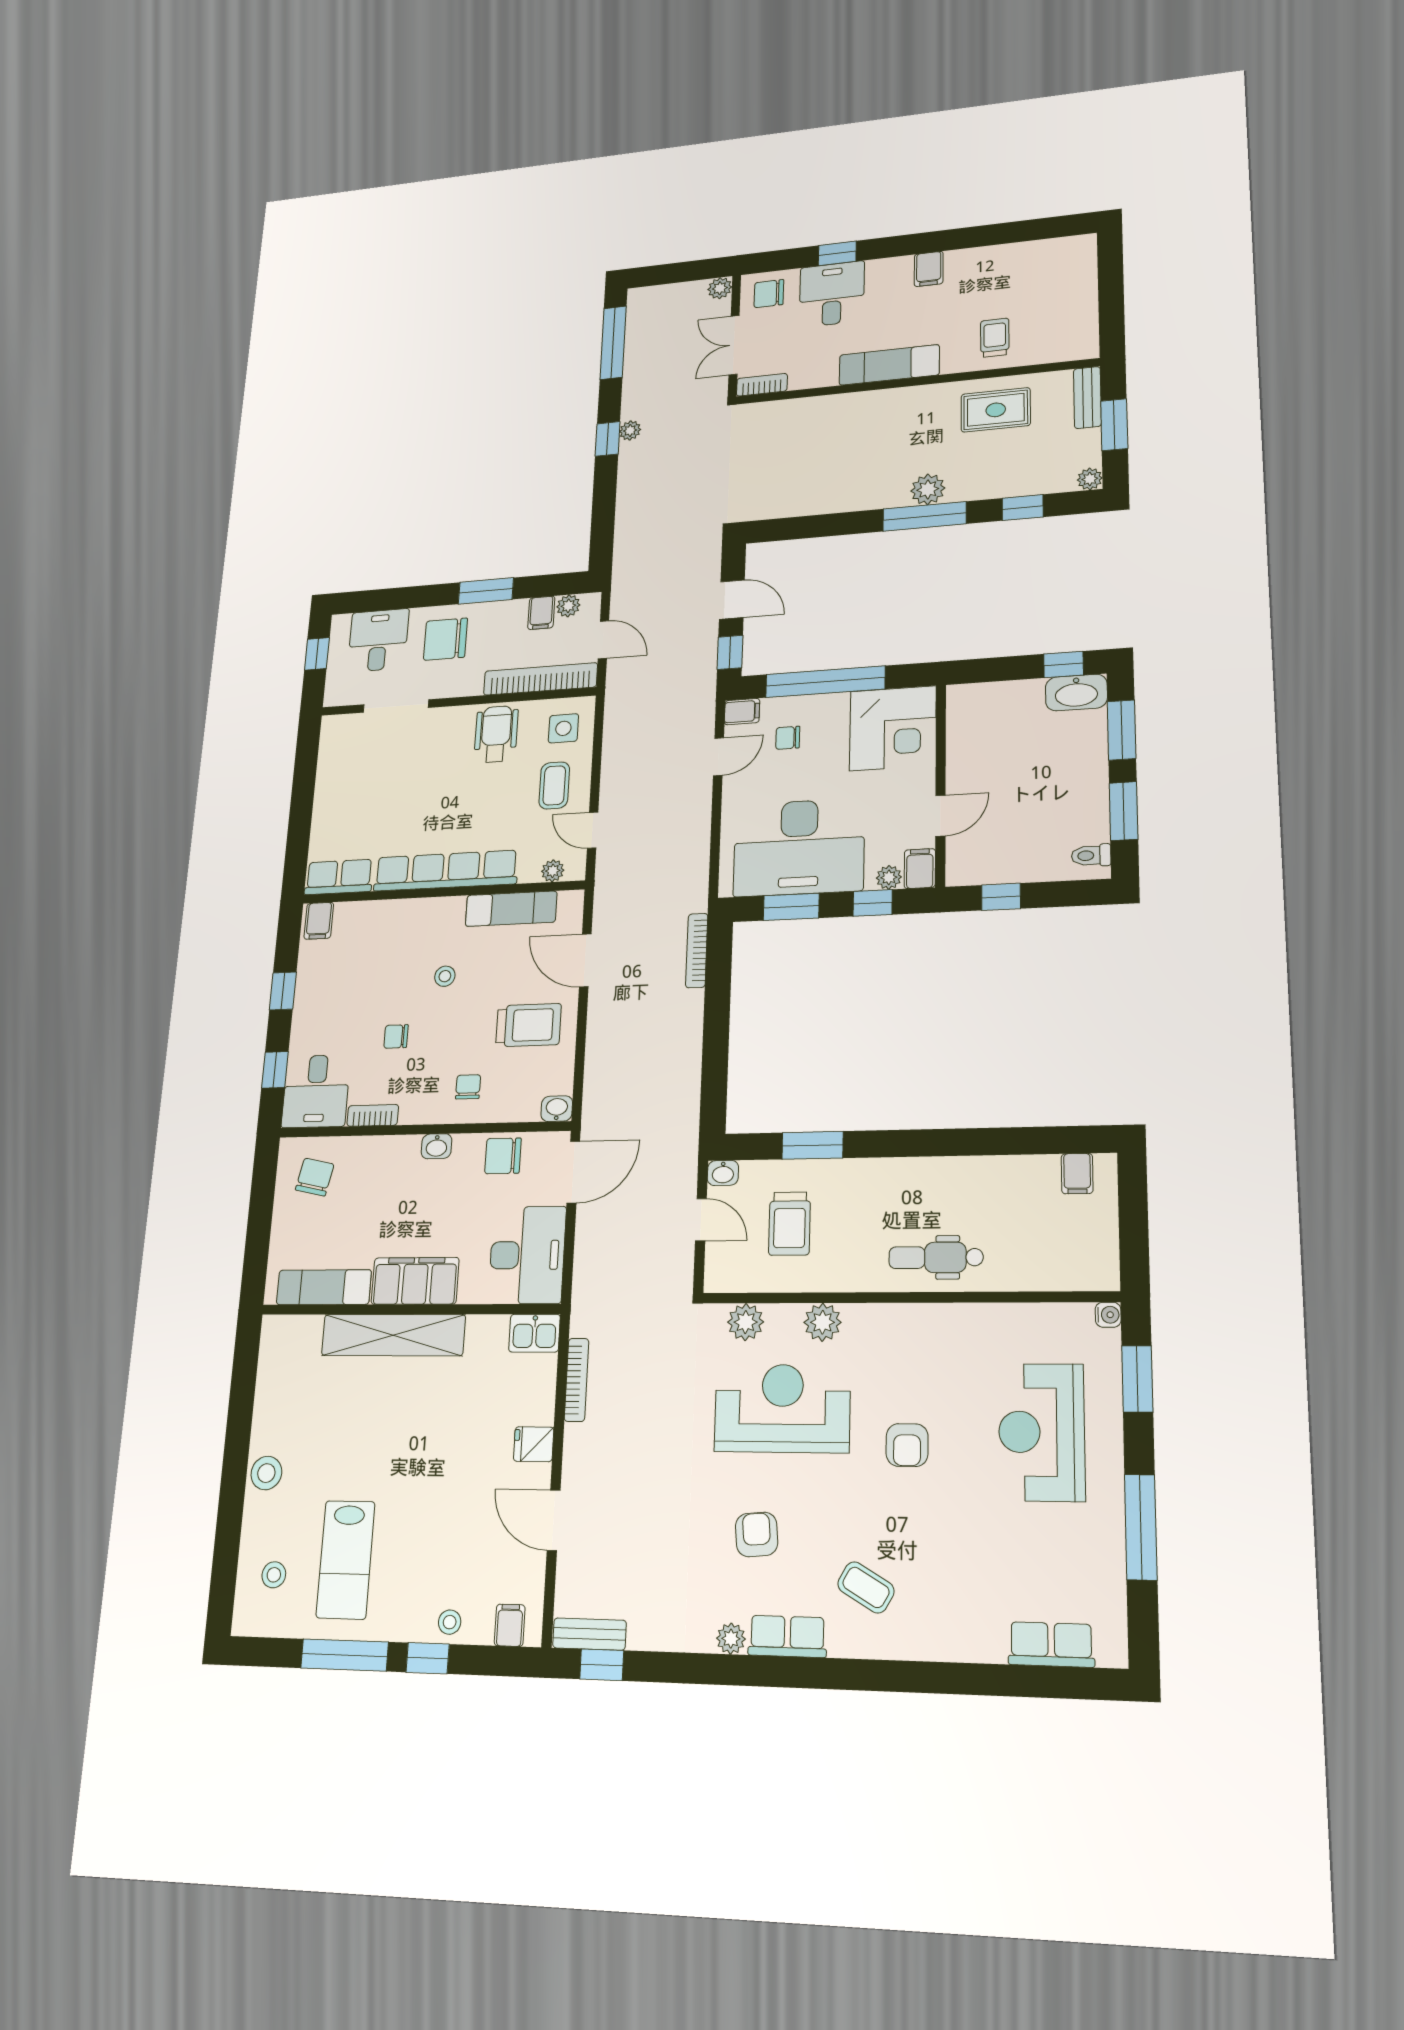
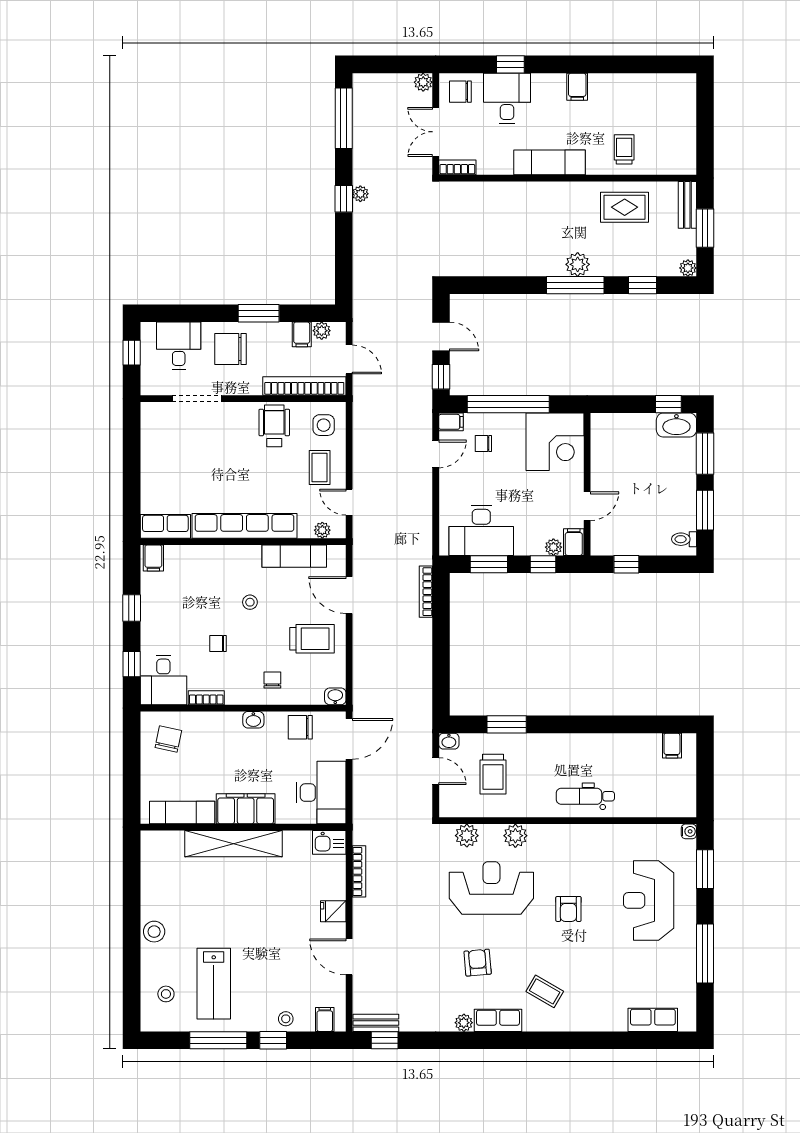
desk: (799, 847) -> (481, 530), width x0.73, depth x0.77

